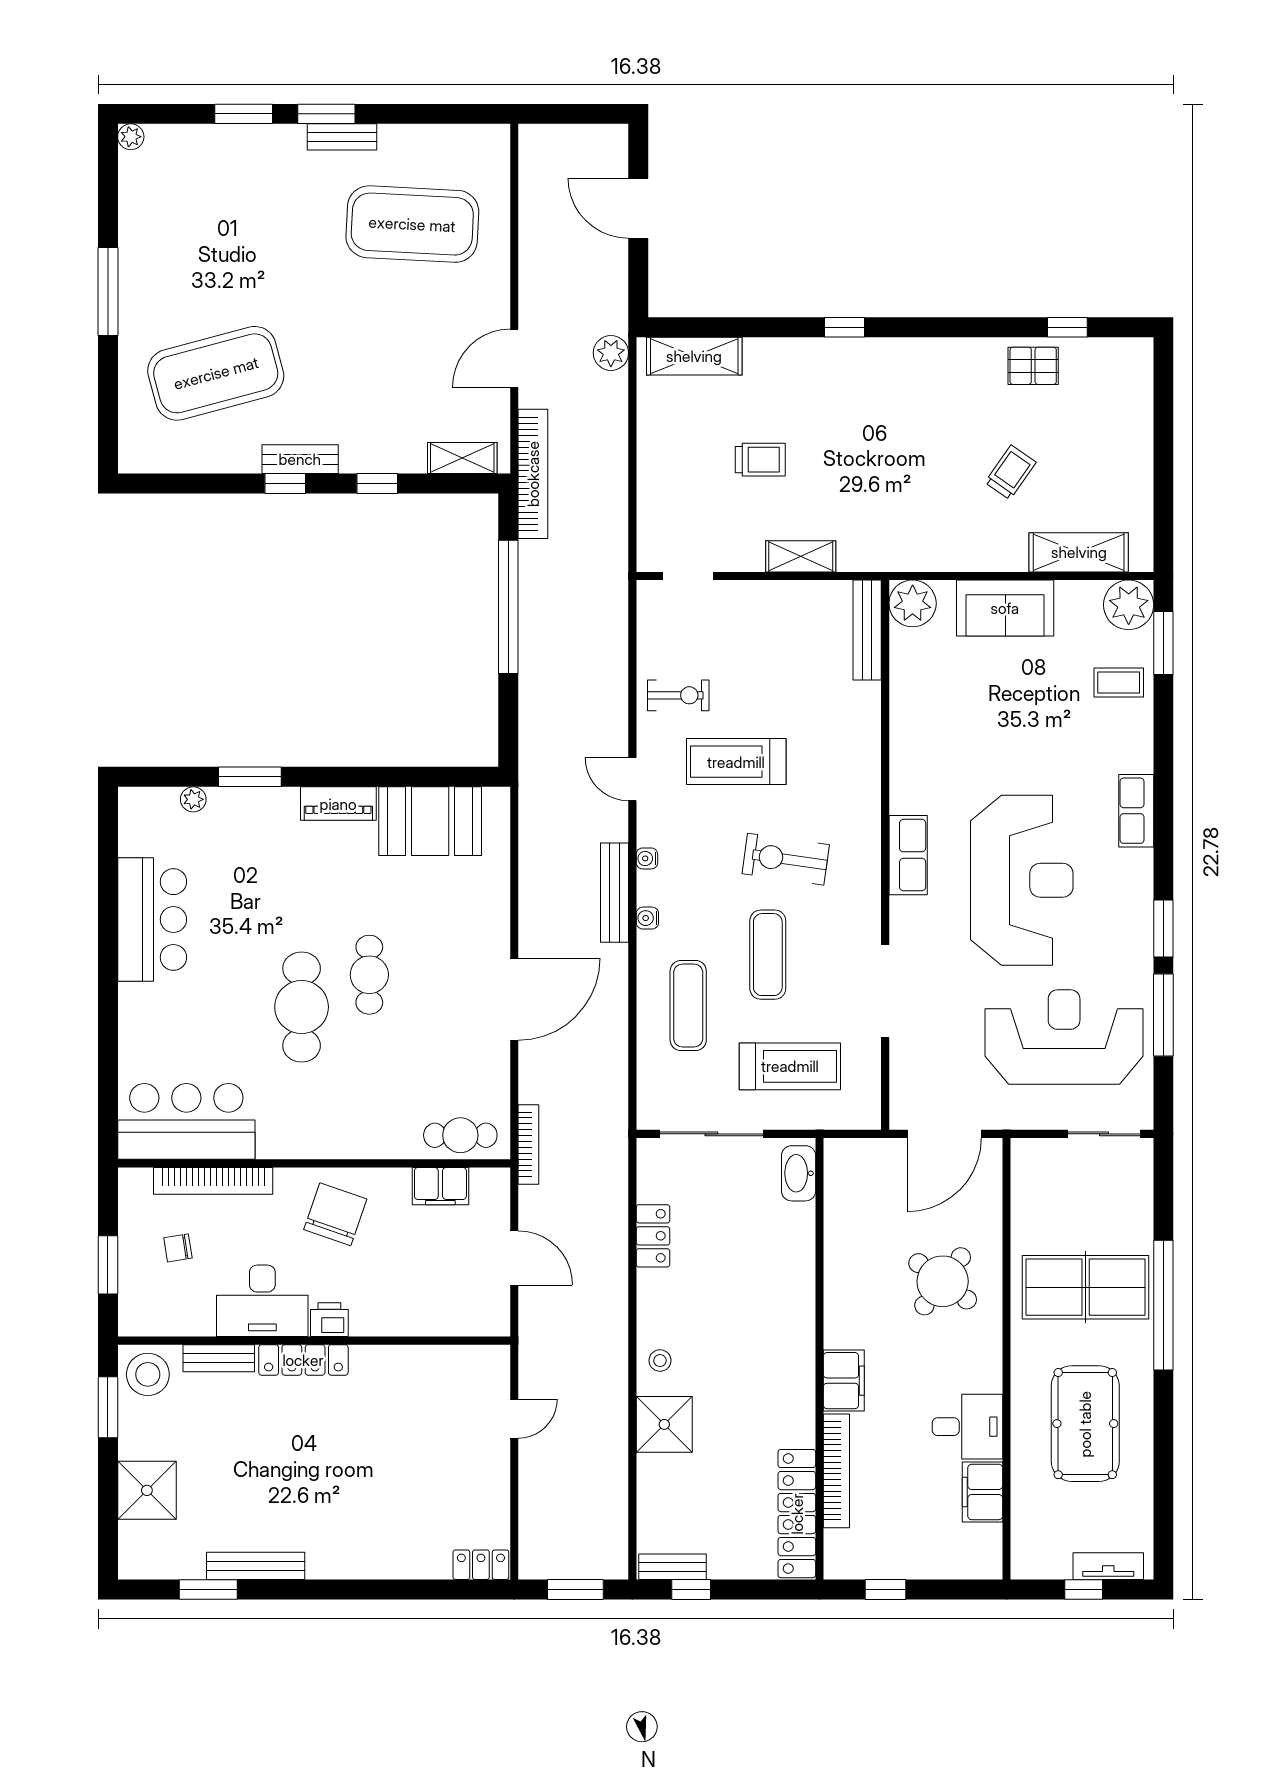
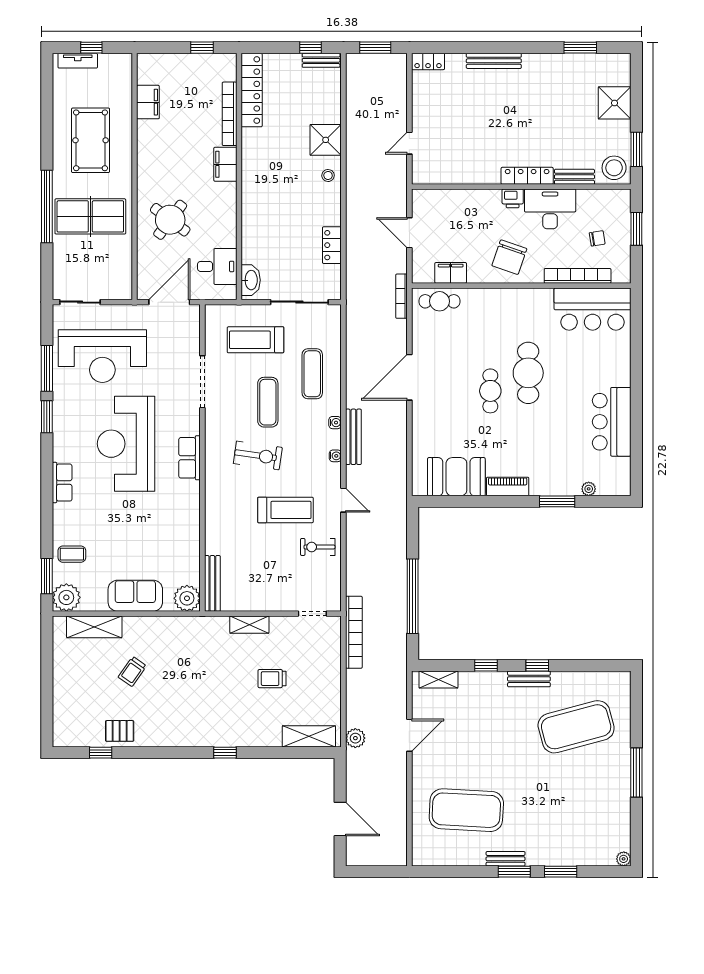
bookcase: (533, 474) -> (354, 632), moved, turned 180
desk: (967, 1427) -> (217, 266), moved, turned 180
bench: (256, 1566) -> (494, 61), moved

